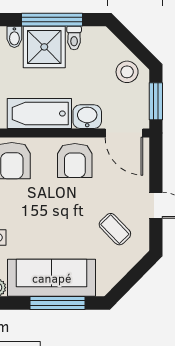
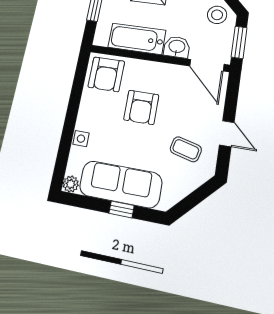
armchair: (75, 160) -> (141, 107), moved
coffee table: (115, 229) -> (186, 149), turned -32
window: (58, 303) -> (122, 209), width x0.46

